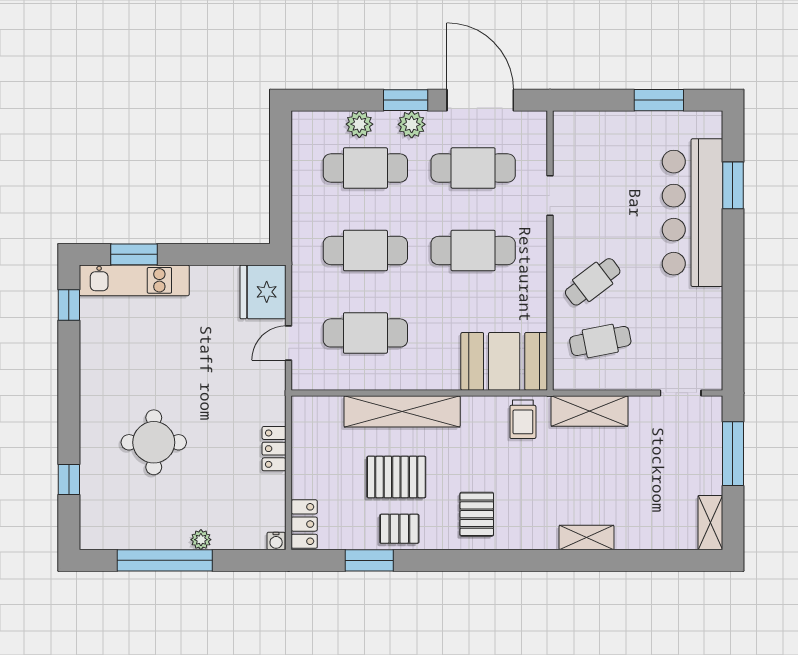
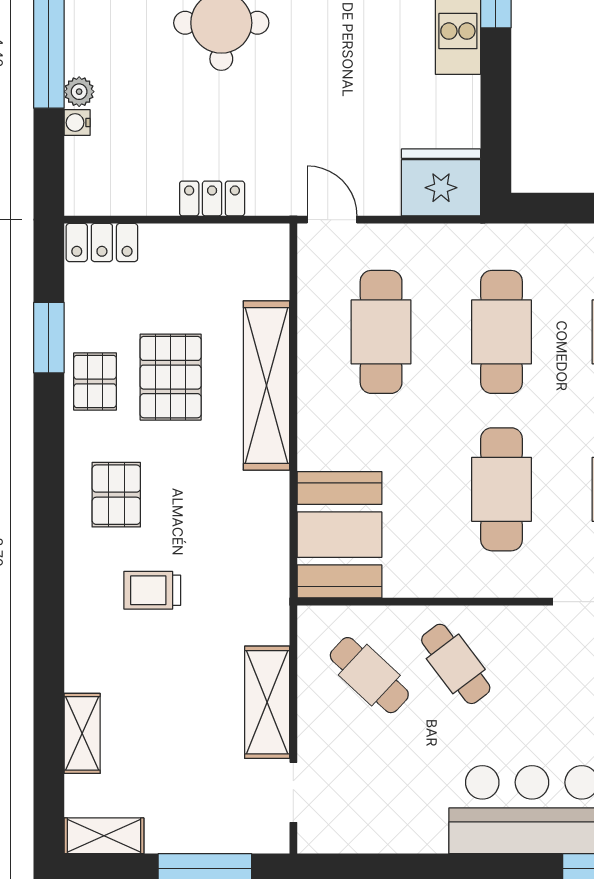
cafe table: (600, 341) -> (369, 675), turned -36
door: (289, 343) -> (332, 220), moved
shelving: (590, 411) -> (267, 702), moved
trolley: (523, 419) -> (152, 590), moved
pallet: (477, 514) -> (116, 495), turned 90
shelving: (587, 538) -> (82, 733), moved
water cooler: (276, 541) -> (77, 123), moved

